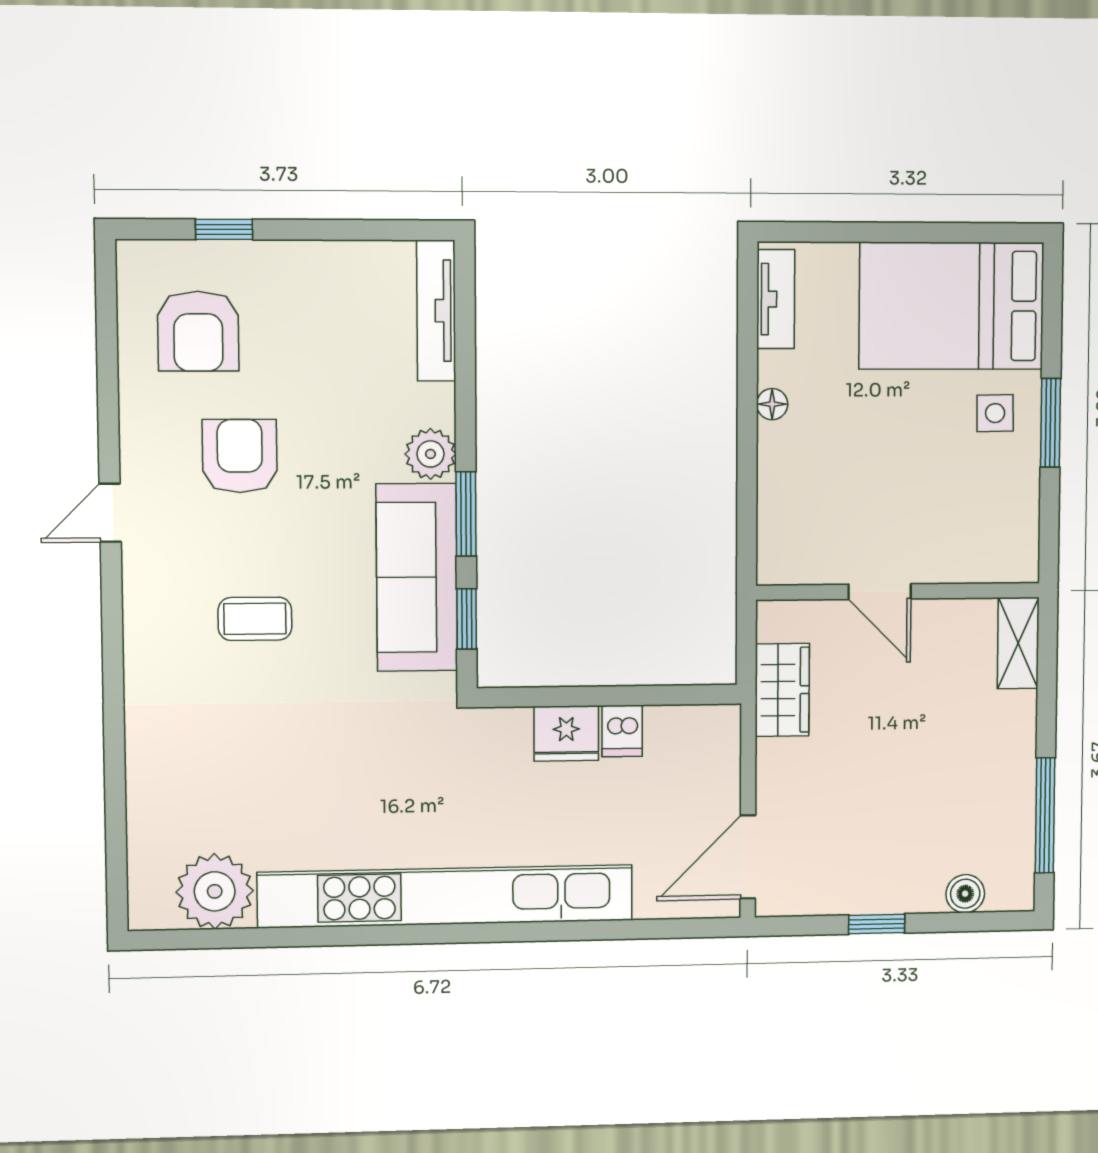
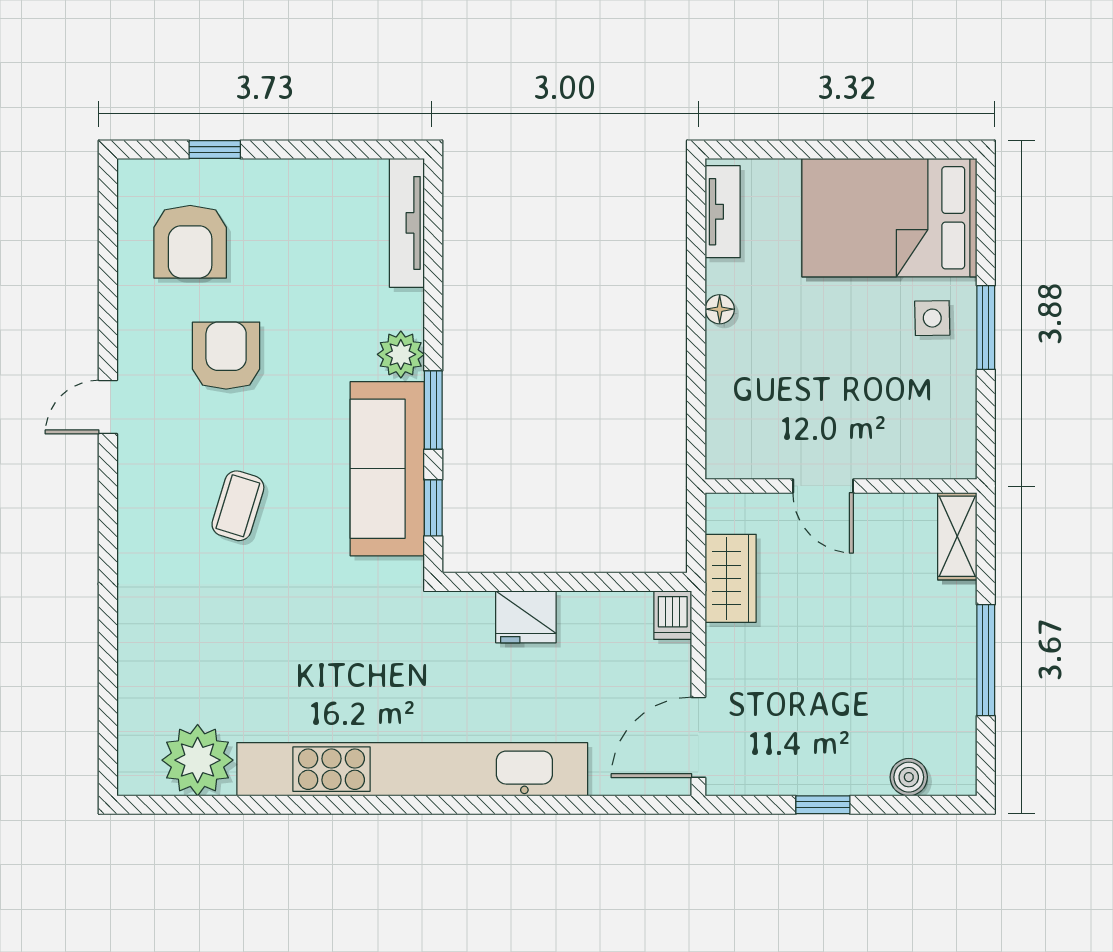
coffee table: (255, 619) -> (238, 506), turned -73
dishwasher: (622, 731) -> (673, 615), moved
window: (1045, 815) -> (986, 660), moved

